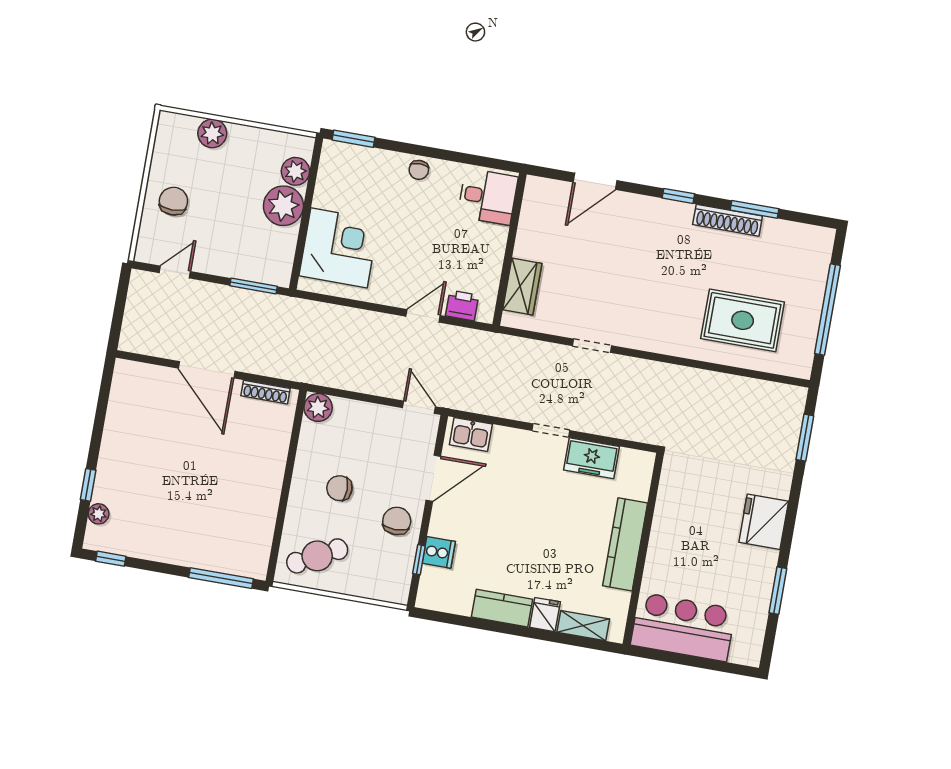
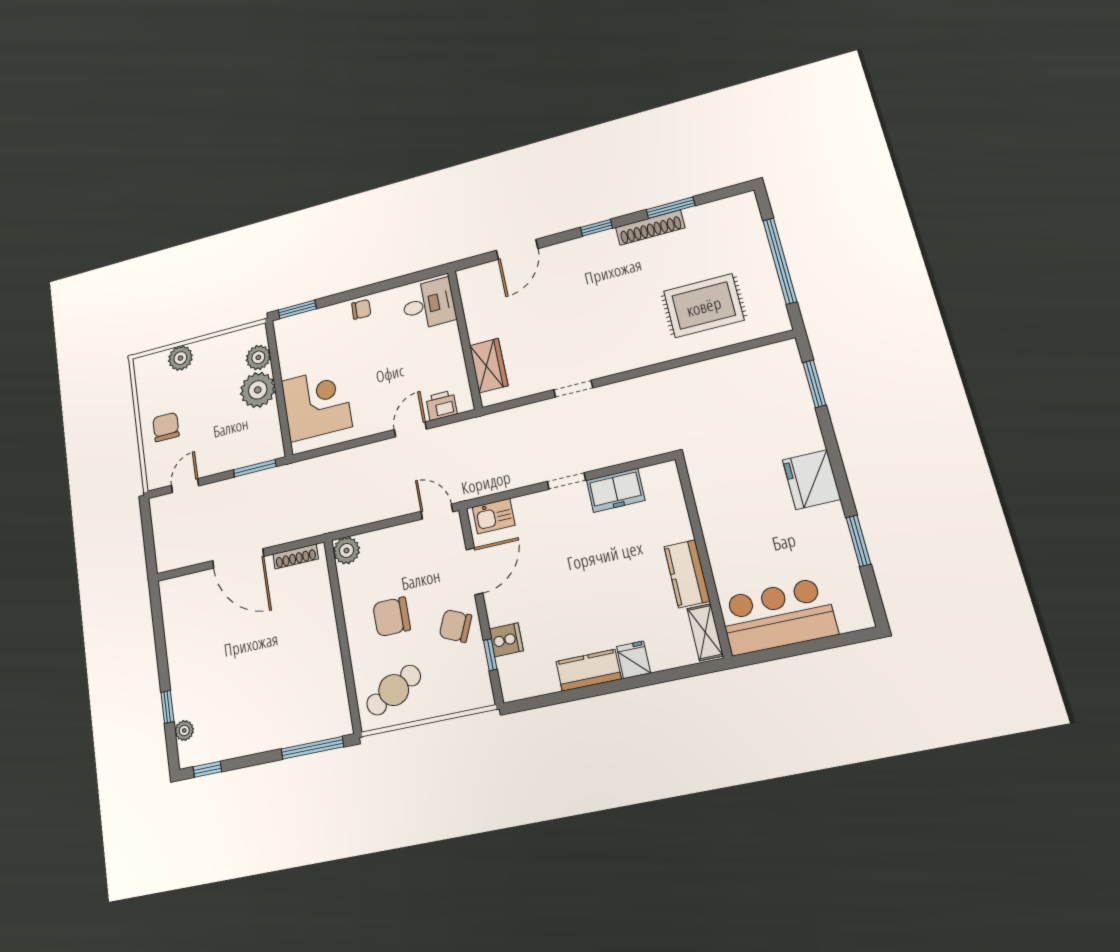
chair: (419, 170) -> (361, 309), turned -88
chair: (339, 488) -> (392, 617), width x1.37, depth x1.37
chair: (397, 521) -> (455, 626), turned -66
kitchen counter: (625, 544) -> (687, 574), width x0.67
shelving: (583, 626) -> (705, 632), moved, turned 90

